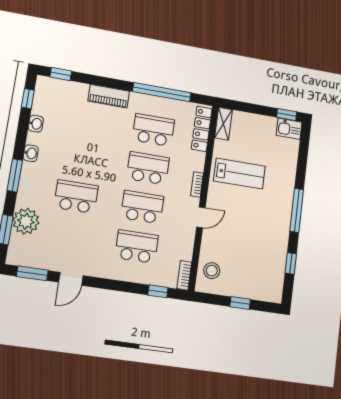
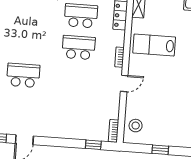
lab bench: (239, 174) -> (154, 45), turned 180
school desk: (142, 207) -> (76, 79), removed
school desk: (137, 247) -> (74, 111), removed

